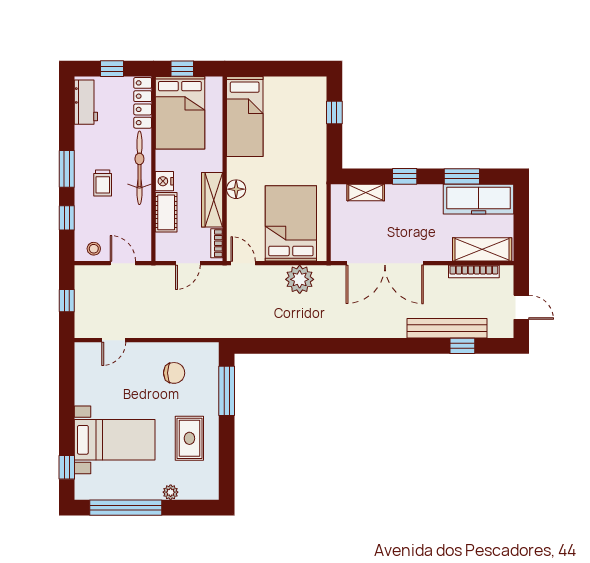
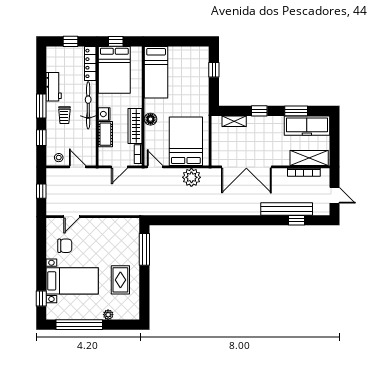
workbench: (86, 102) -> (54, 87), moved
chair: (174, 373) -> (65, 246), moved

